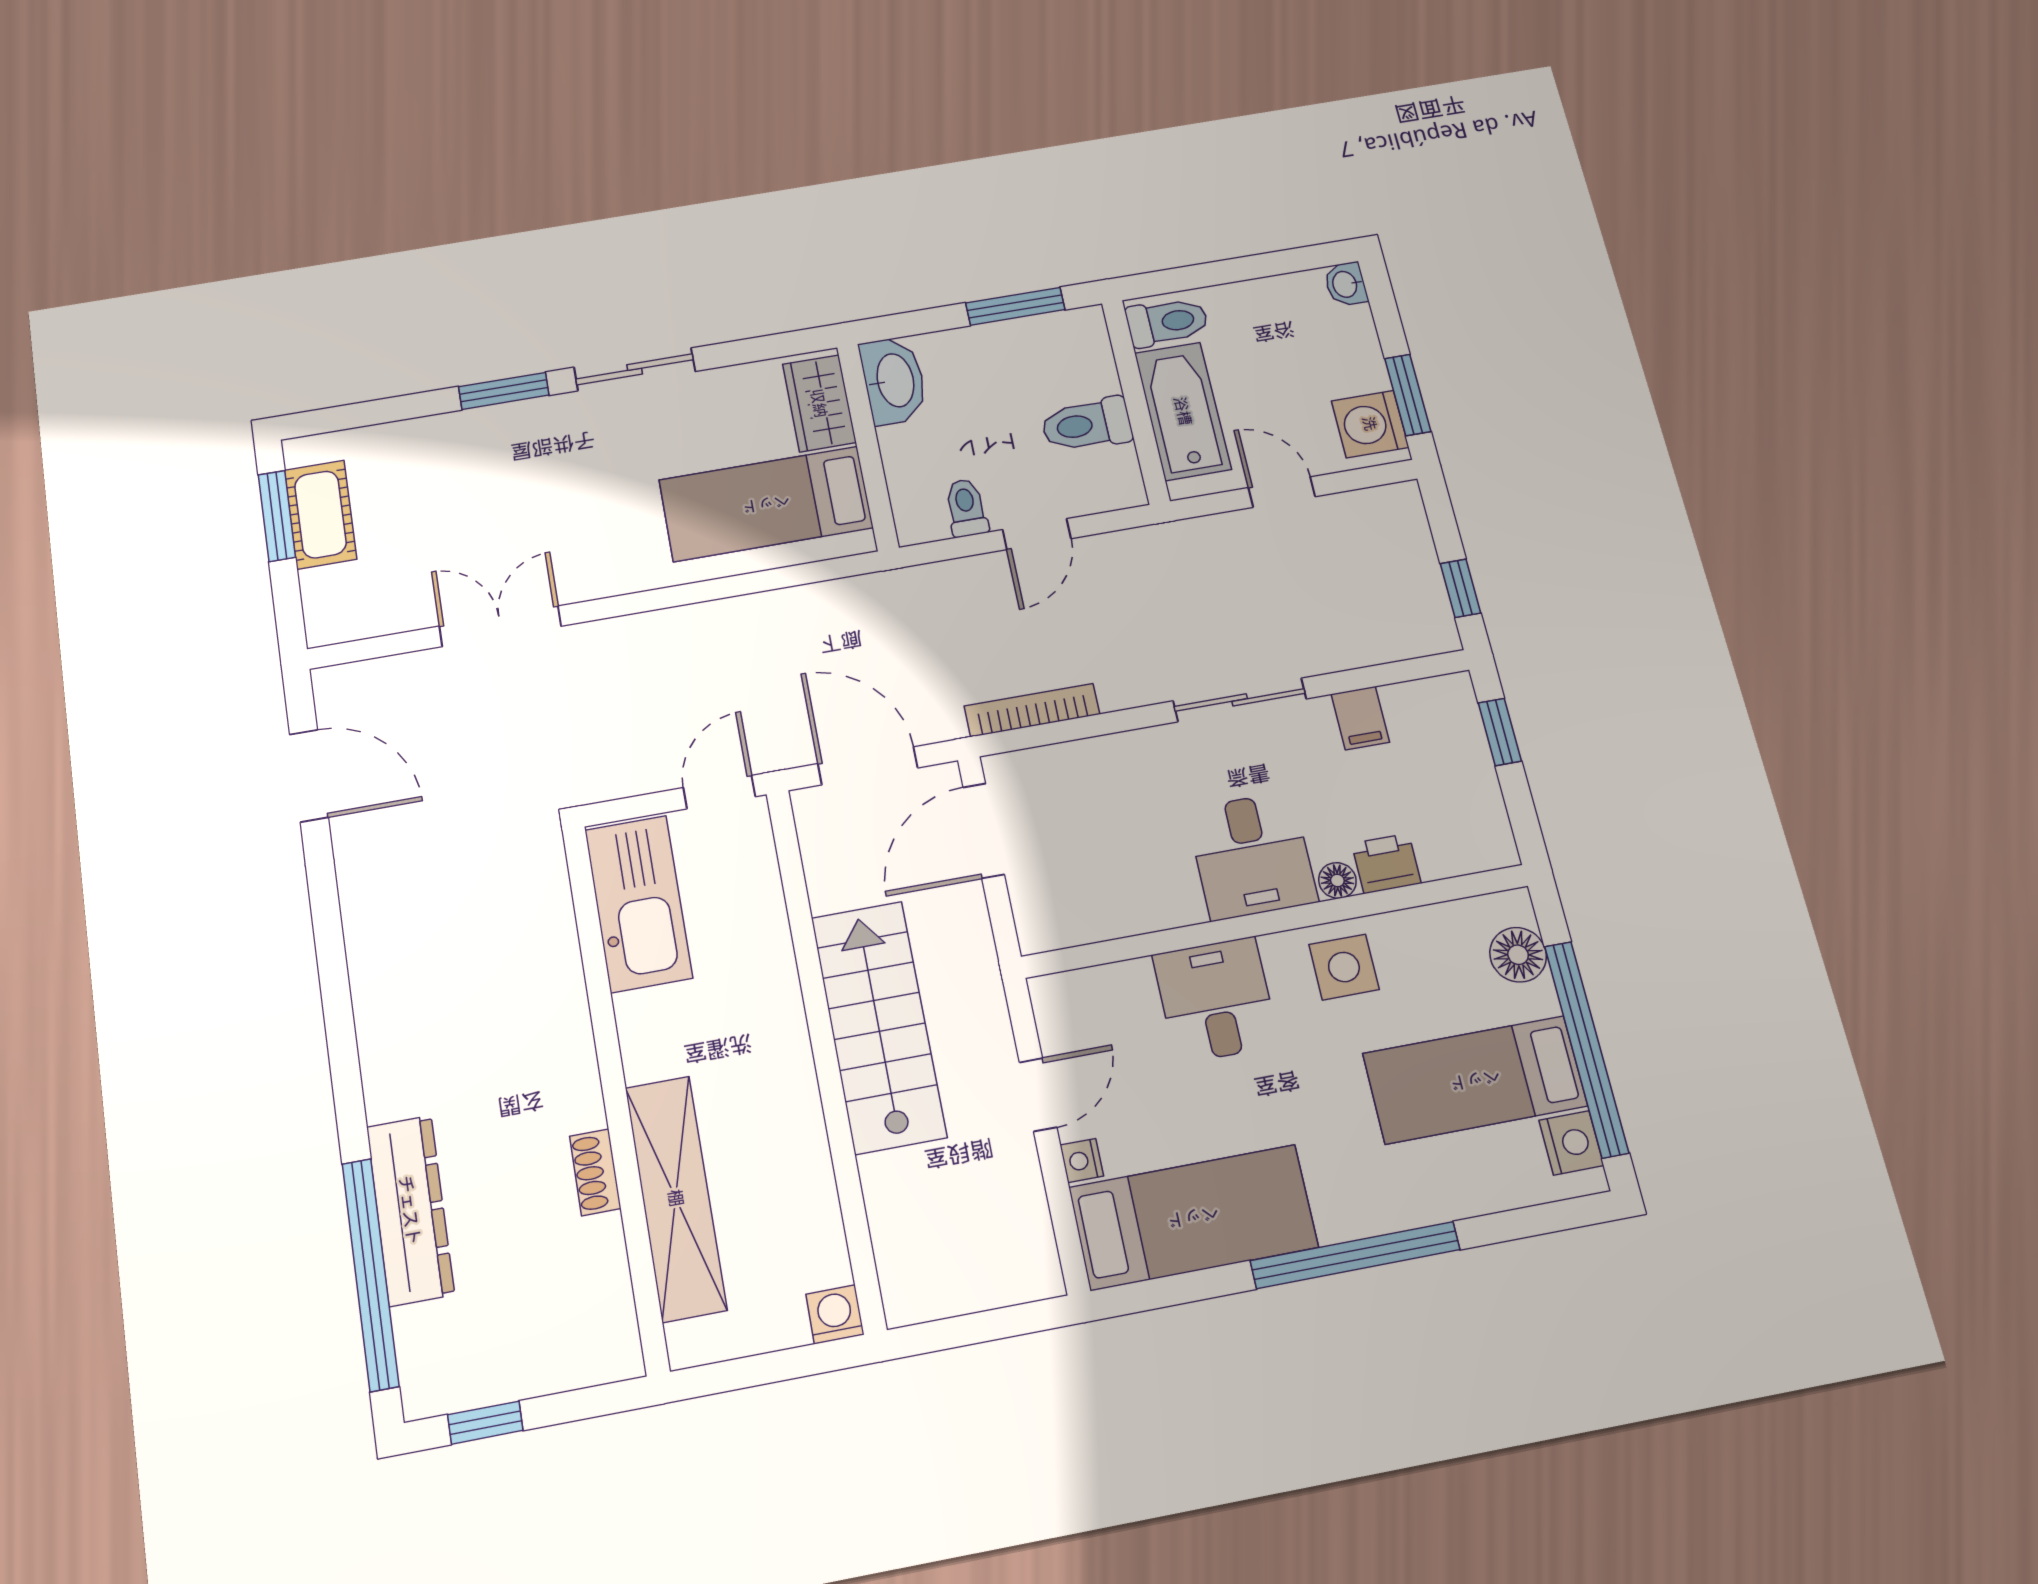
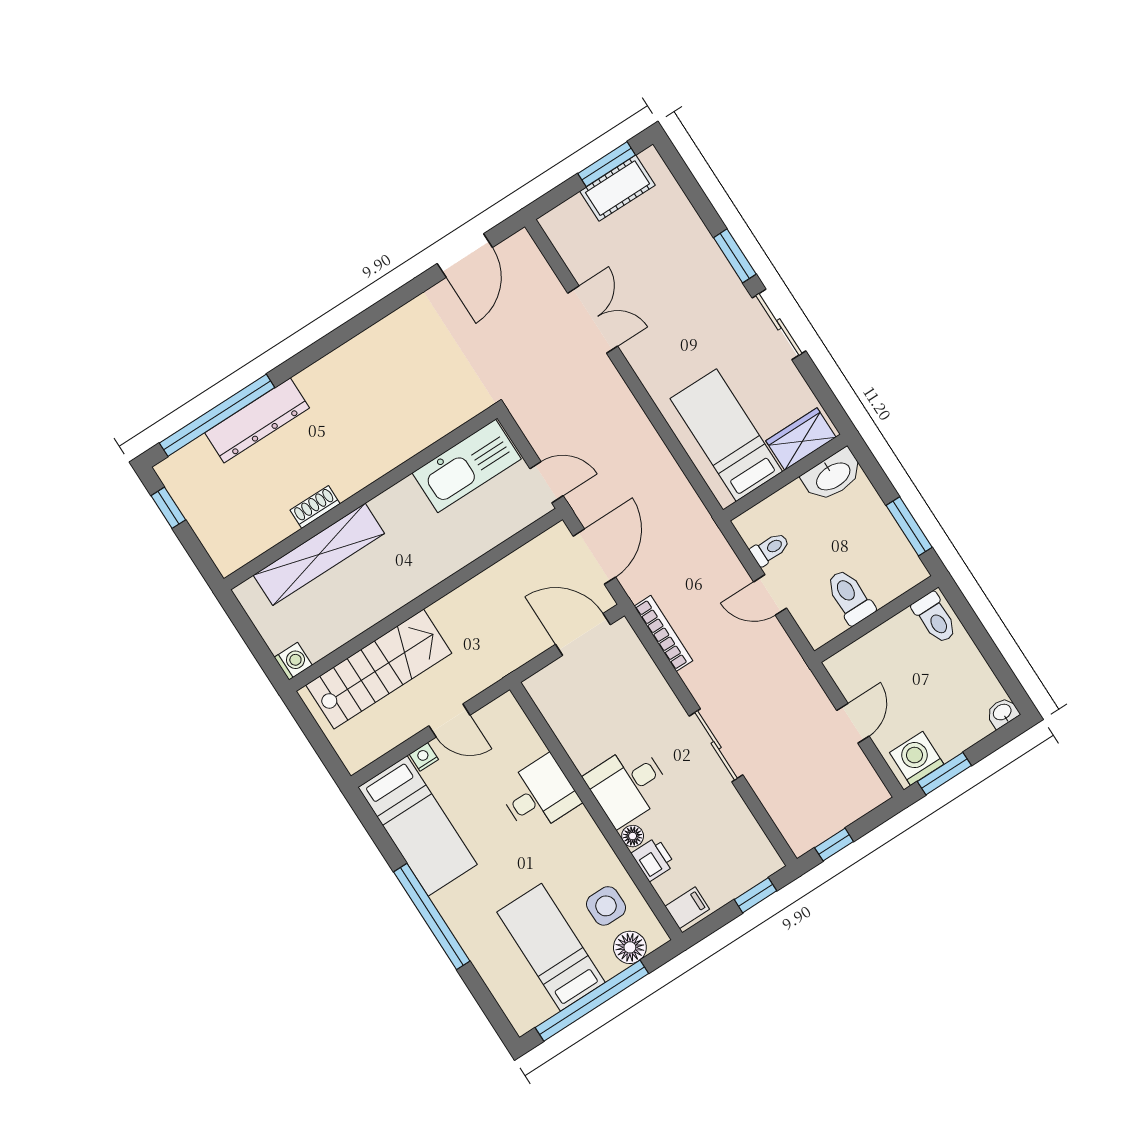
bathtub: (1183, 411) -> (881, 648), removed
filing cabinet: (1360, 718) -> (687, 908), moved, turned 180
side table: (1344, 967) -> (606, 906), moved
stairs: (879, 1026) -> (379, 669), moved
nightstand: (1571, 1143) -> (537, 1009), removed

